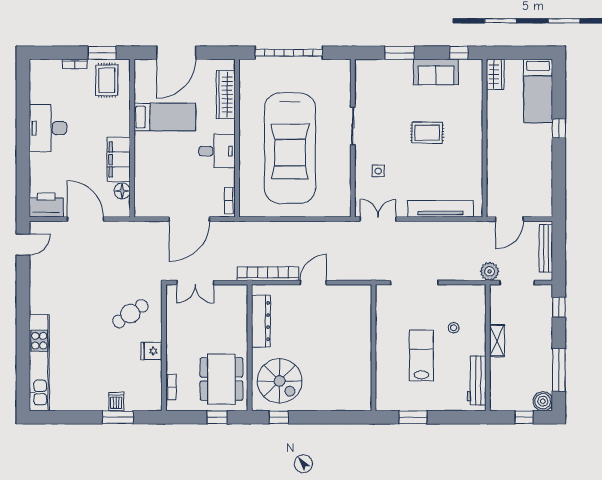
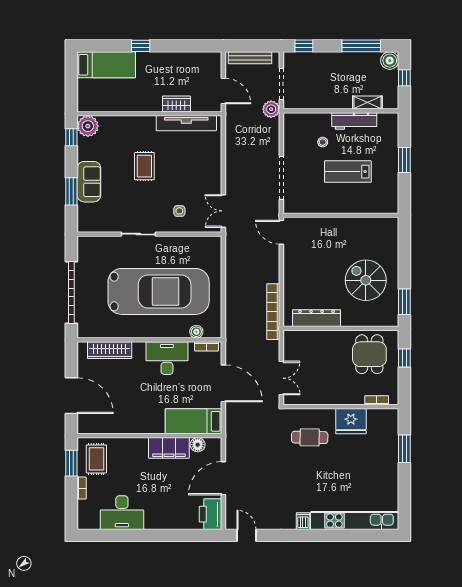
plant: (471, 71) -> (88, 126), added
sofa: (436, 72) -> (89, 182), moved
wardrobe: (495, 74) -> (176, 104), moved
rug: (107, 80) -> (96, 459), turned 90
bed: (165, 117) -> (193, 421), moved, turned -90
desk: (48, 128) -> (122, 513), moved
desk: (217, 151) -> (167, 358), width x1.37
boiler: (246, 190) -> (196, 332), added
tv unit: (441, 209) -> (186, 123), moved, turned -90
door: (313, 283) -> (281, 232), moved
cafe table: (130, 314) -> (310, 437), turned -55
shelving: (497, 341) -> (367, 102), moved
fridge: (152, 351) -> (351, 421), width x1.88, depth x1.34
dining table: (221, 379) -> (369, 354), width x0.73
workbench: (477, 380) -> (354, 121), moved
spiral stairs: (280, 381) -> (366, 280), moved, turned -90
dishwasher: (116, 402) -> (303, 521), moved, turned 90
window: (279, 417) -> (404, 302), width x1.50
window: (413, 417) -> (404, 160), moved

